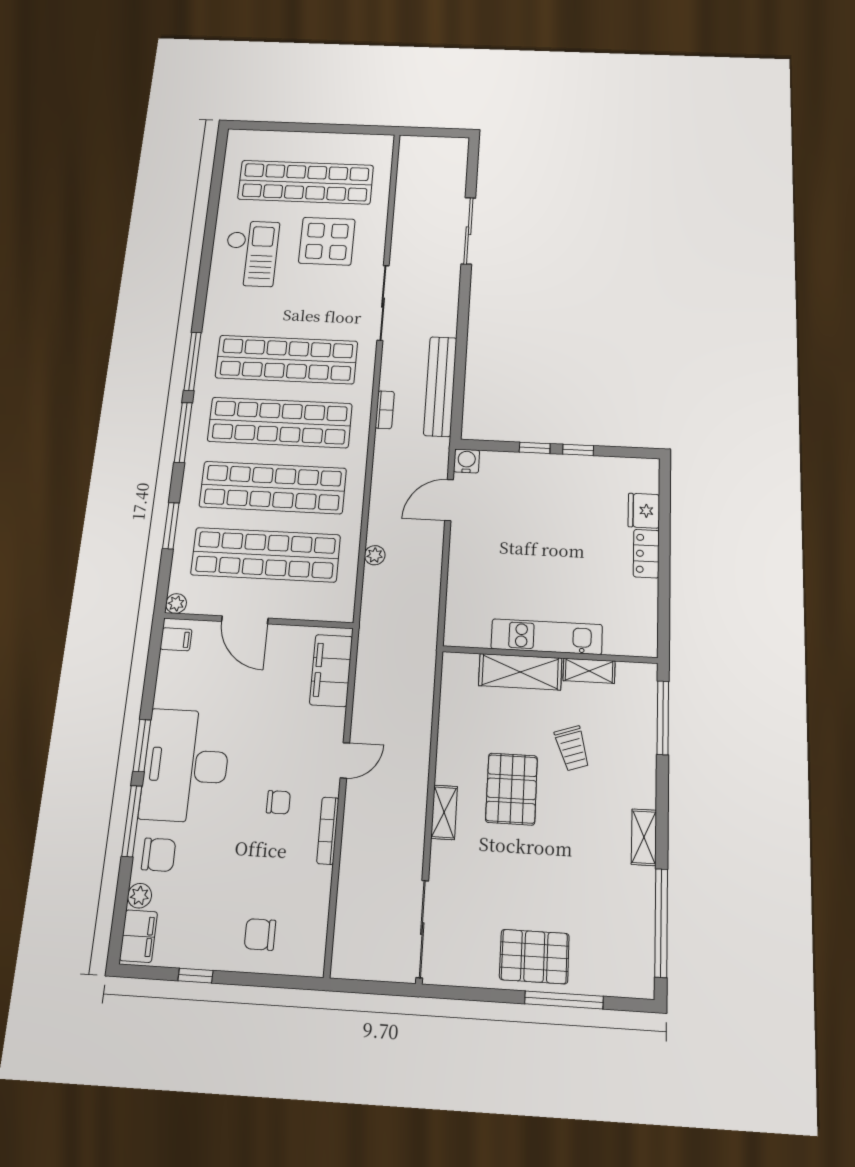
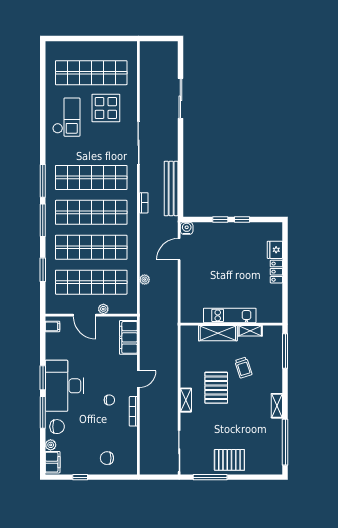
plant: (176, 604) -> (103, 309), moved
window: (564, 1000) -> (210, 477), moved

